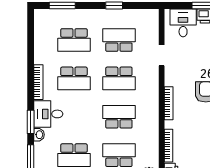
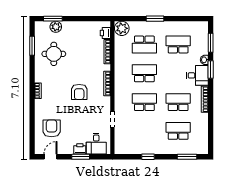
school desk: (119, 40) -> (144, 131), removed
school desk: (119, 117) -> (144, 73), turned 180

